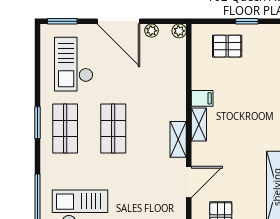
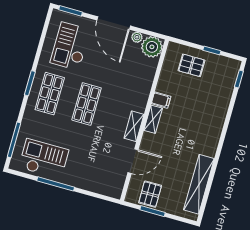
plant: (179, 31) -> (152, 47), width x1.88, depth x1.88

